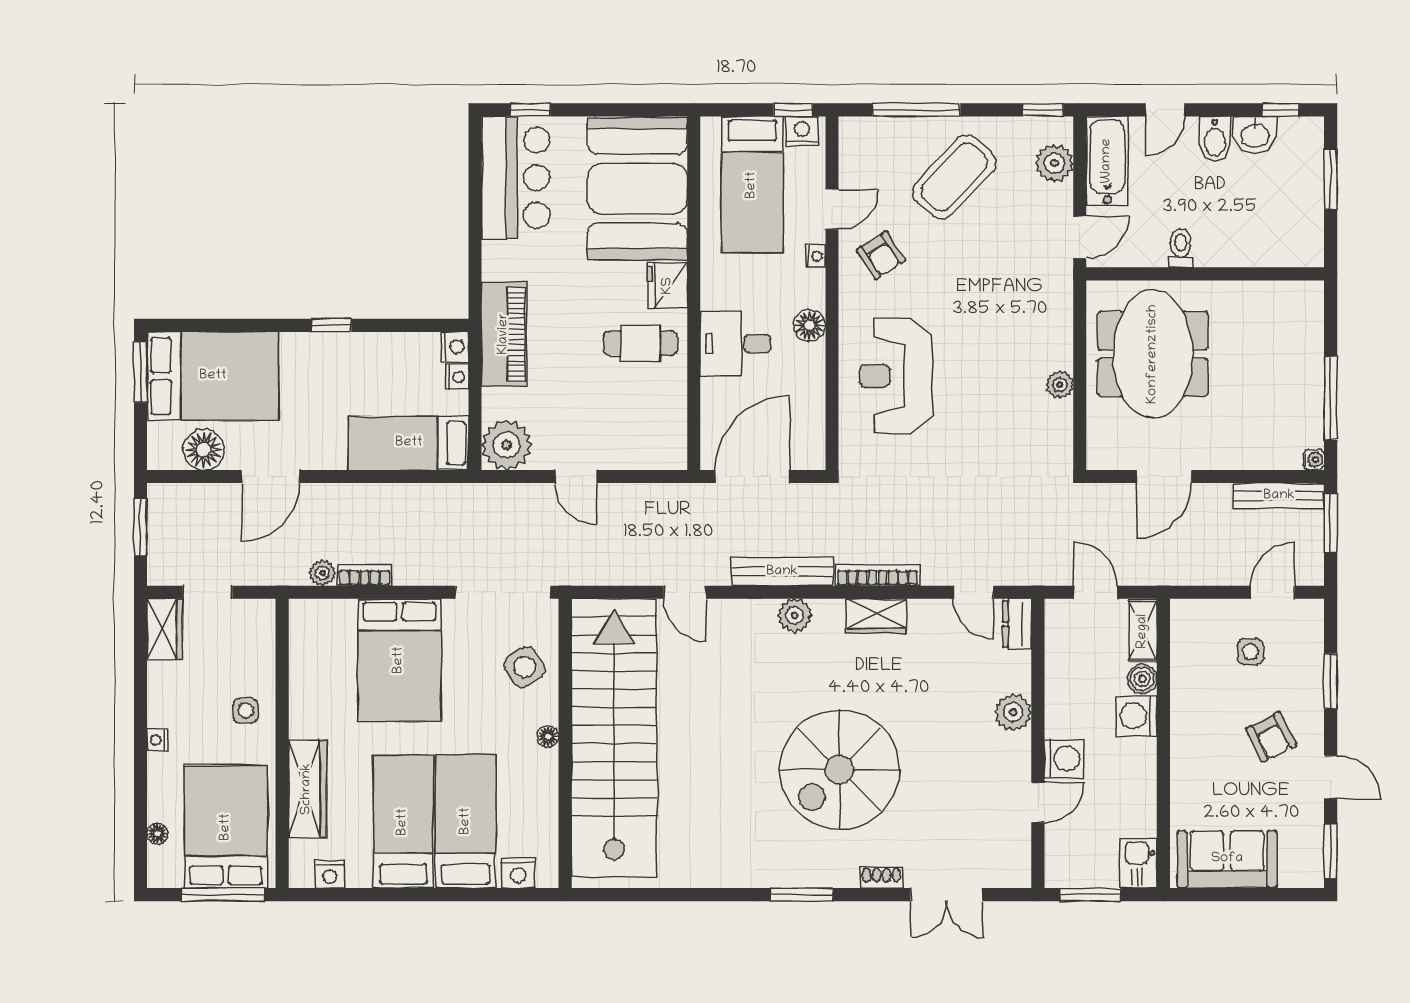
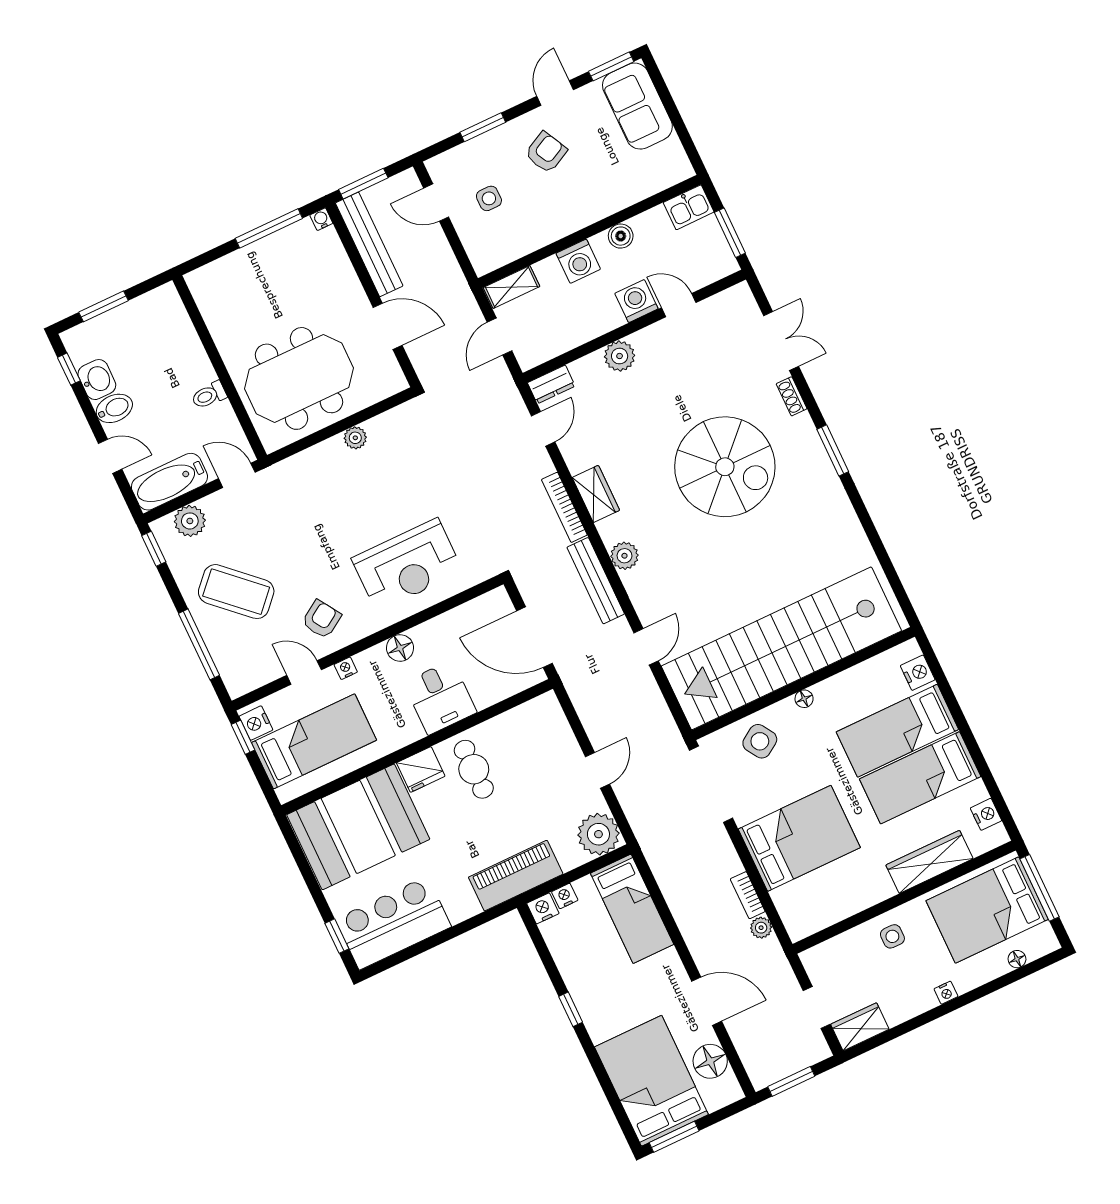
bench: (1279, 496) -> (369, 244), width x1.37, depth x1.21
boiler: (1142, 679) -> (621, 236), moved
sofa: (1227, 859) -> (637, 106), moved

